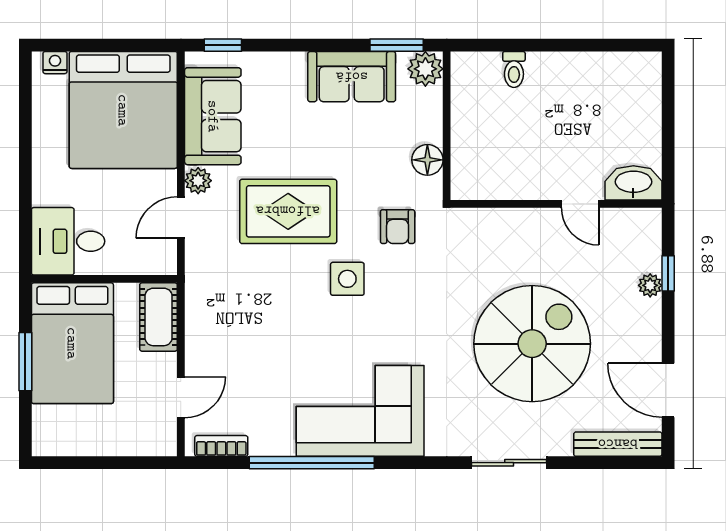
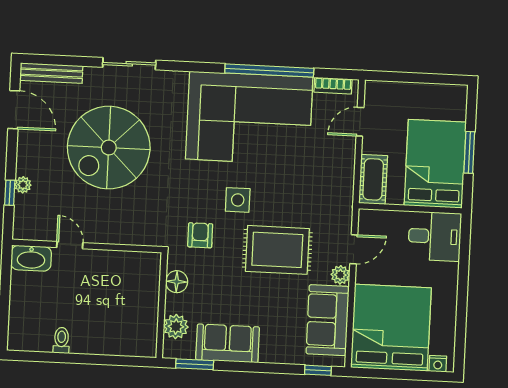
plant: (425, 69) -> (176, 327), moved
toilet: (514, 69) -> (61, 340), moved
corner sofa: (360, 411) -> (249, 118), width x1.36, depth x1.36

